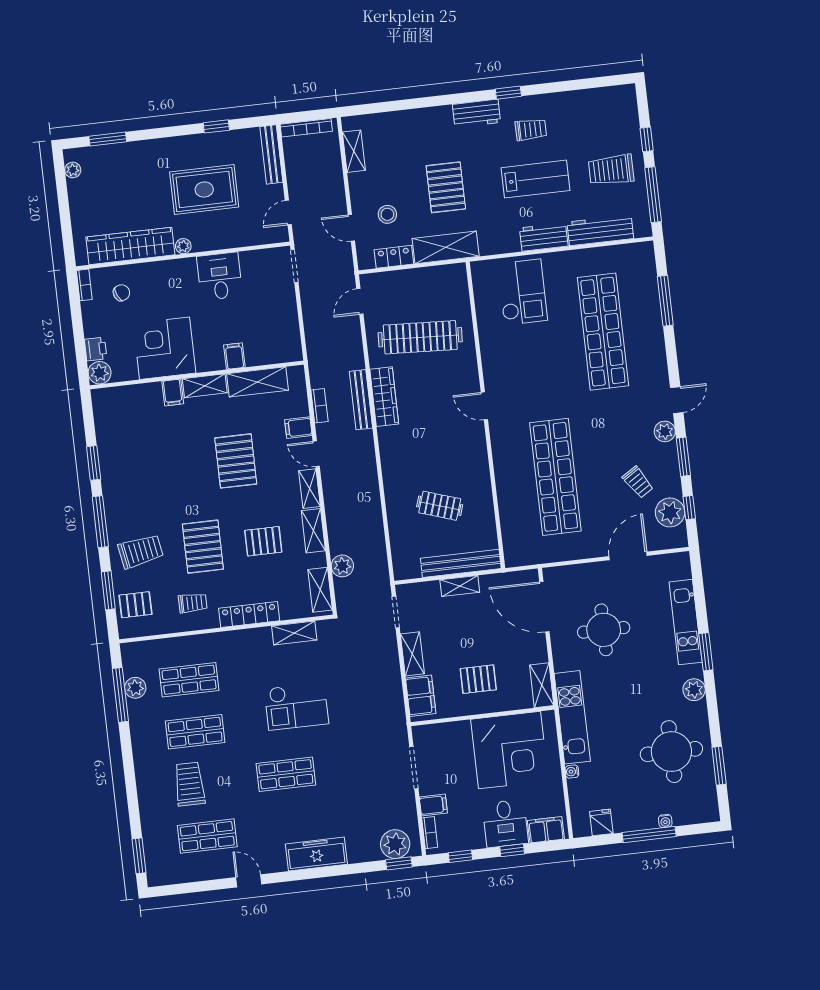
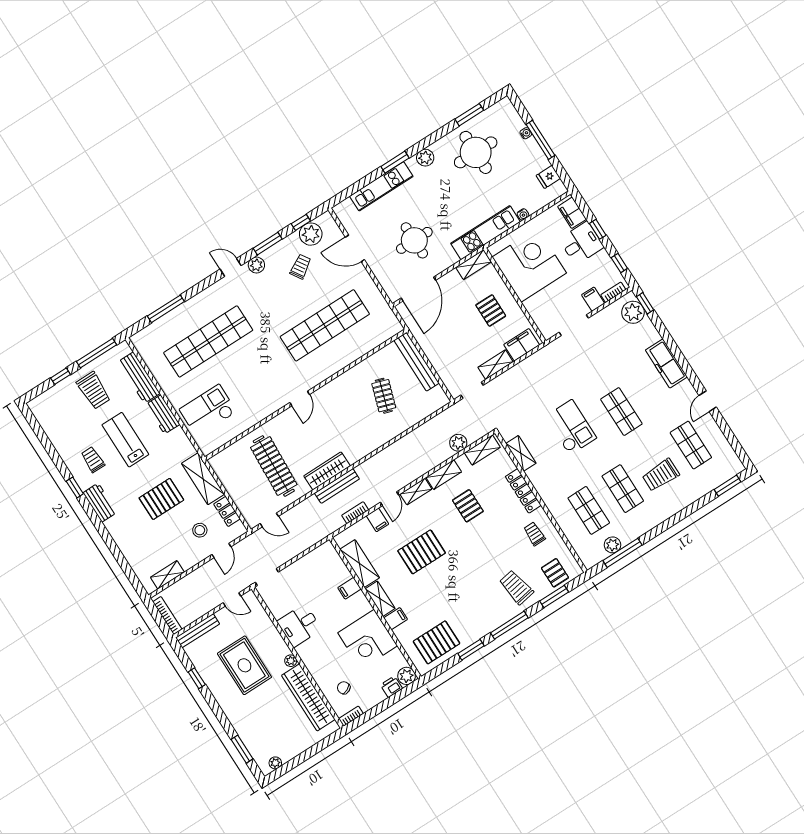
pallet: (203, 547) -> (437, 642), moved
shelving: (460, 586) -> (433, 355), removed

